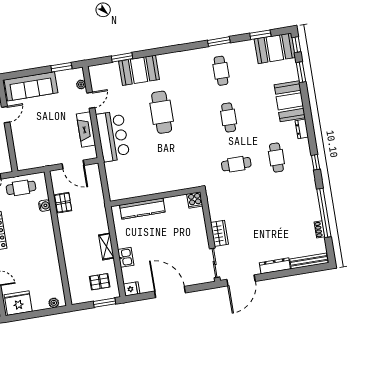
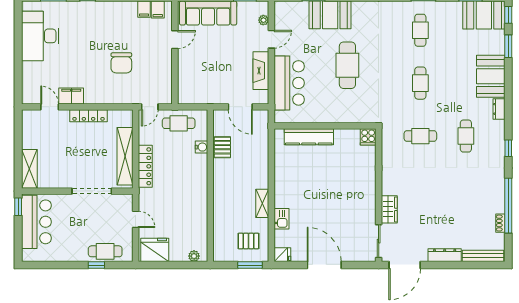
wall: (155, 197) -> (325, 126), moved
cooker: (195, 200) -> (368, 137), moved
kitchen counter: (142, 209) -> (309, 137), moved

